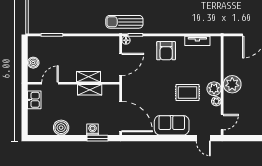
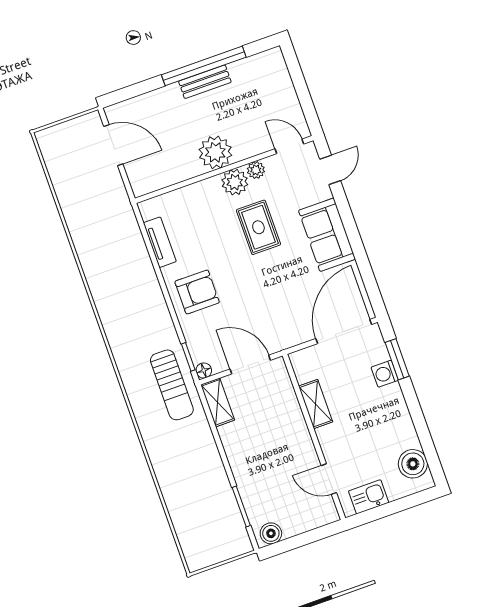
boiler: (33, 63) -> (271, 533), moved
shelving: (88, 77) -> (218, 402), moved
boiler: (61, 128) -> (413, 464), moved

